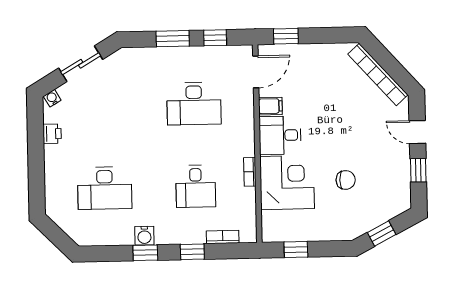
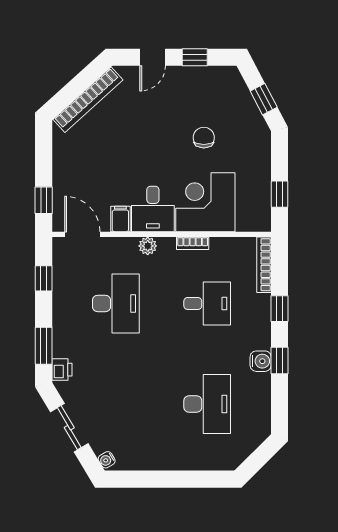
window: (173, 39) -> (44, 346), moved
plant: (247, 131) -> (148, 246), added
printer: (52, 134) -> (62, 370), moved, turned 90
bookcase: (223, 237) -> (264, 265), width x1.56

